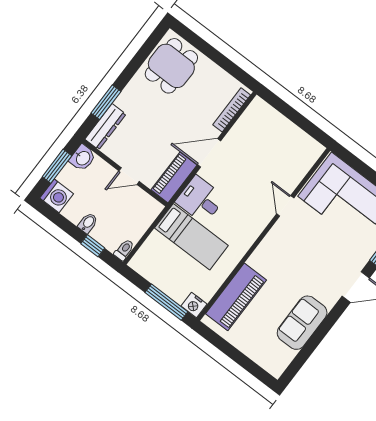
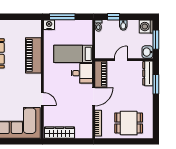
dining table: (171, 66) -> (129, 123), moved, turned 90
wardrobe: (297, 139) -> (60, 133), added
piano: (236, 297) -> (33, 55), moved

